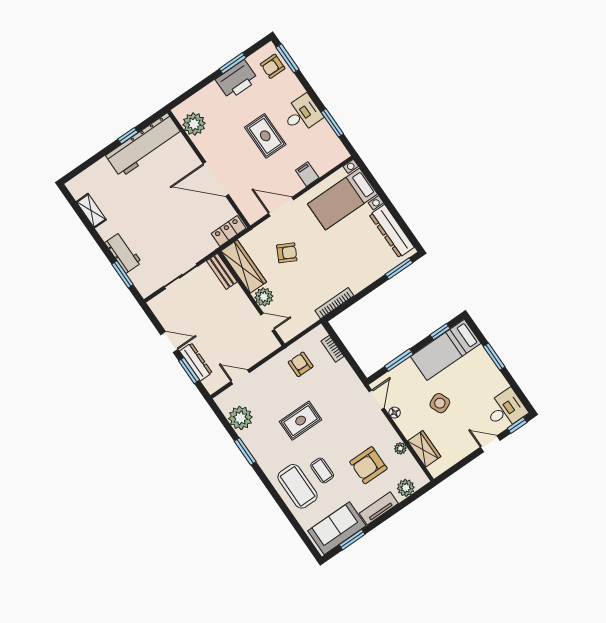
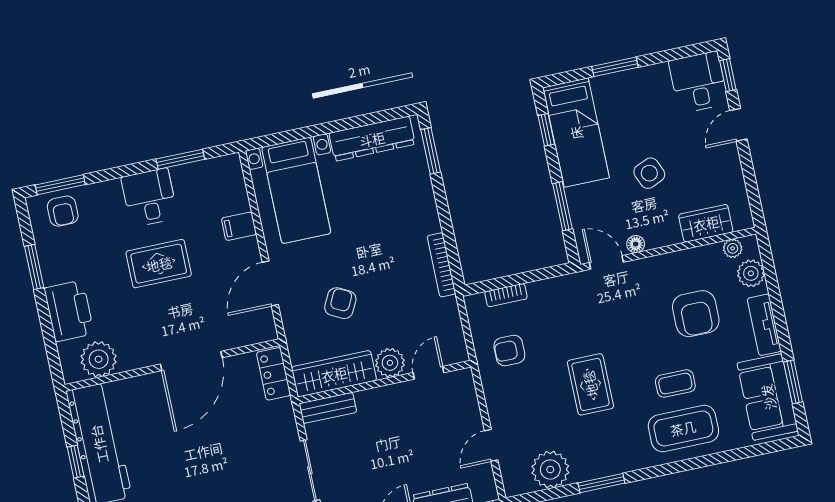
printer: (237, 80) -> (69, 311), moved
plant: (400, 448) -> (733, 248), moved

